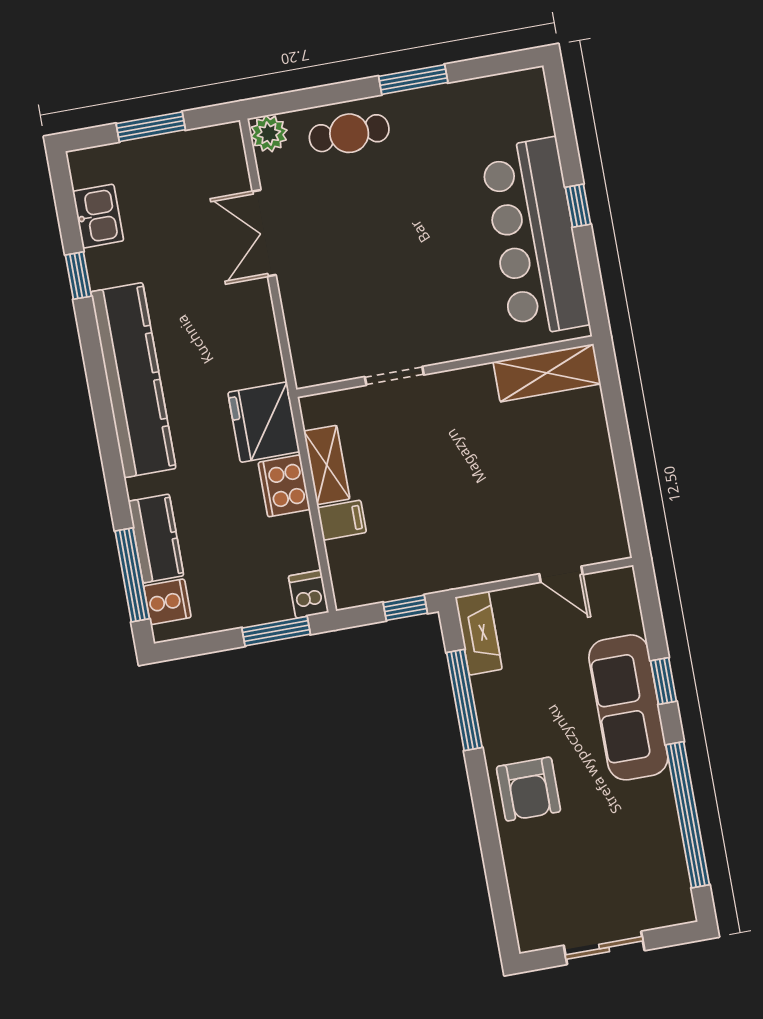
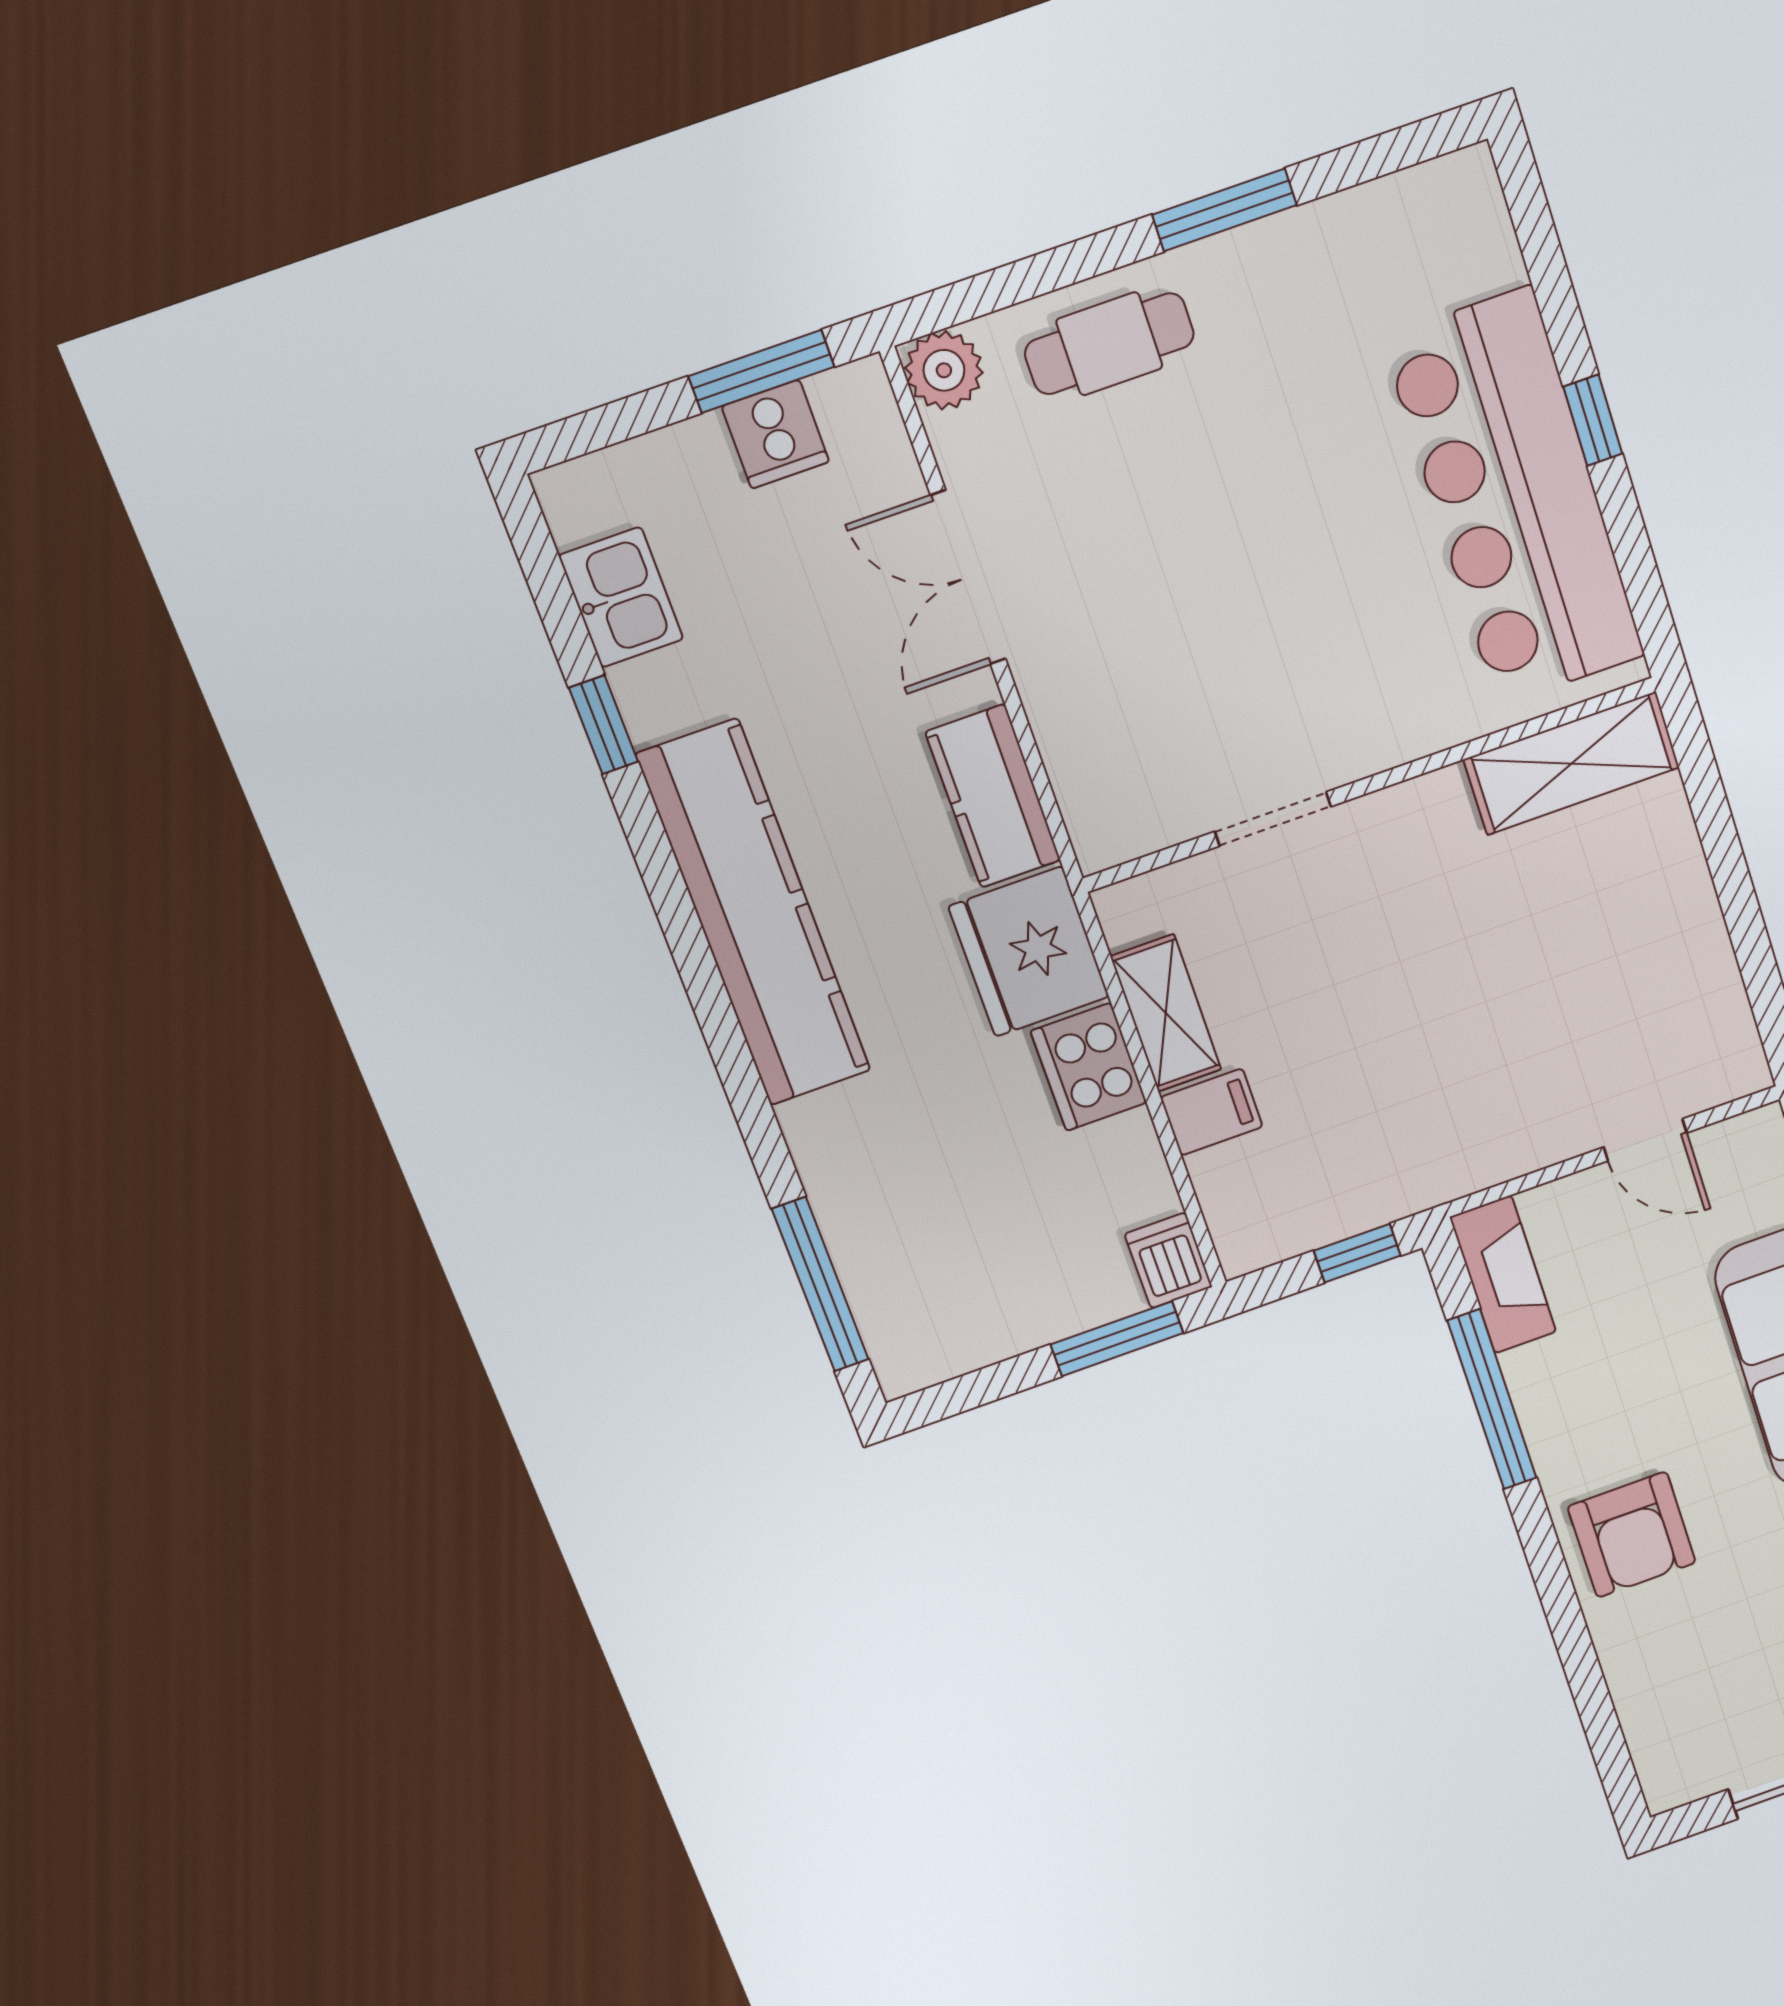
window: (151, 127) -> (761, 371), moved
kitchen counter: (156, 539) -> (993, 796), moved, turned 180
cooker: (167, 602) -> (775, 434), moved, turned 90

